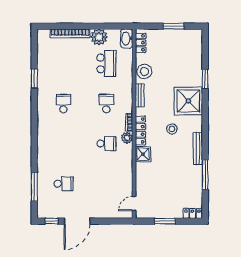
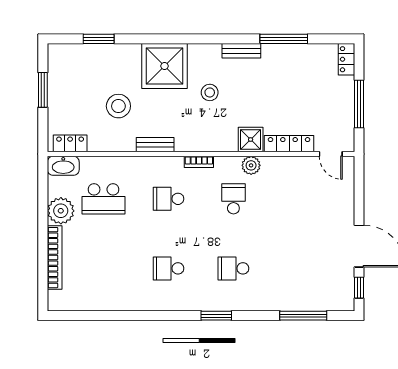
school desk: (106, 63) -> (103, 199), turned 180
stool: (144, 71) -> (118, 106), moved
window: (34, 78) -> (216, 316), moved
window: (205, 79) -> (99, 39), moved
locker: (140, 130) -> (289, 144), moved
plant: (127, 138) -> (251, 165), moved
bench: (198, 148) -> (241, 51), width x0.73
school desk: (63, 184) -> (233, 268), moved, turned -90
window: (165, 221) -> (359, 104), width x1.44

